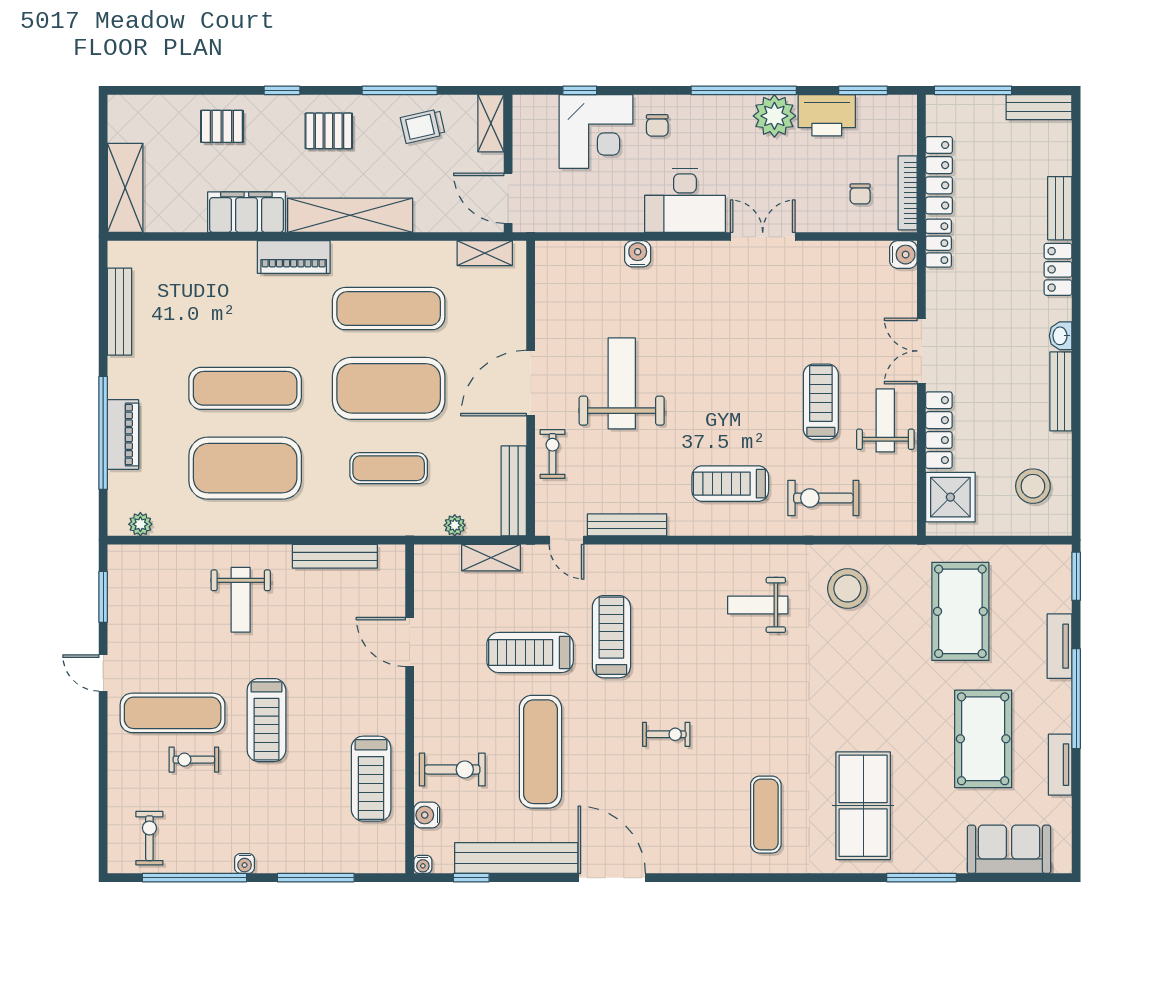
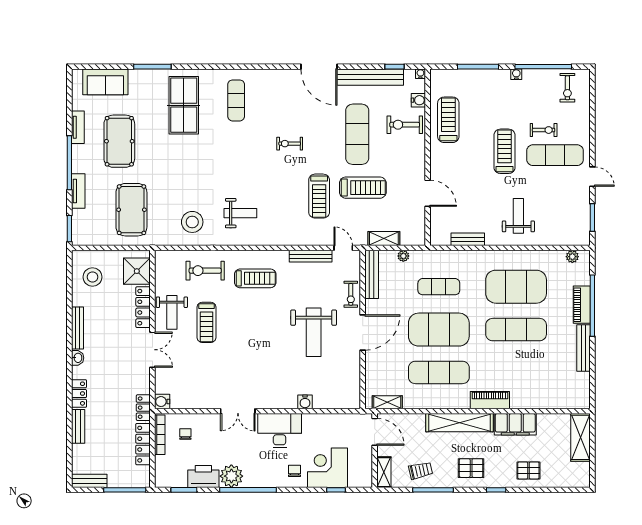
bench: (120, 312) -> (584, 348), moved
exercise bike: (823, 498) -> (205, 271), turned 180
bench: (335, 556) -> (468, 239), width x0.73

